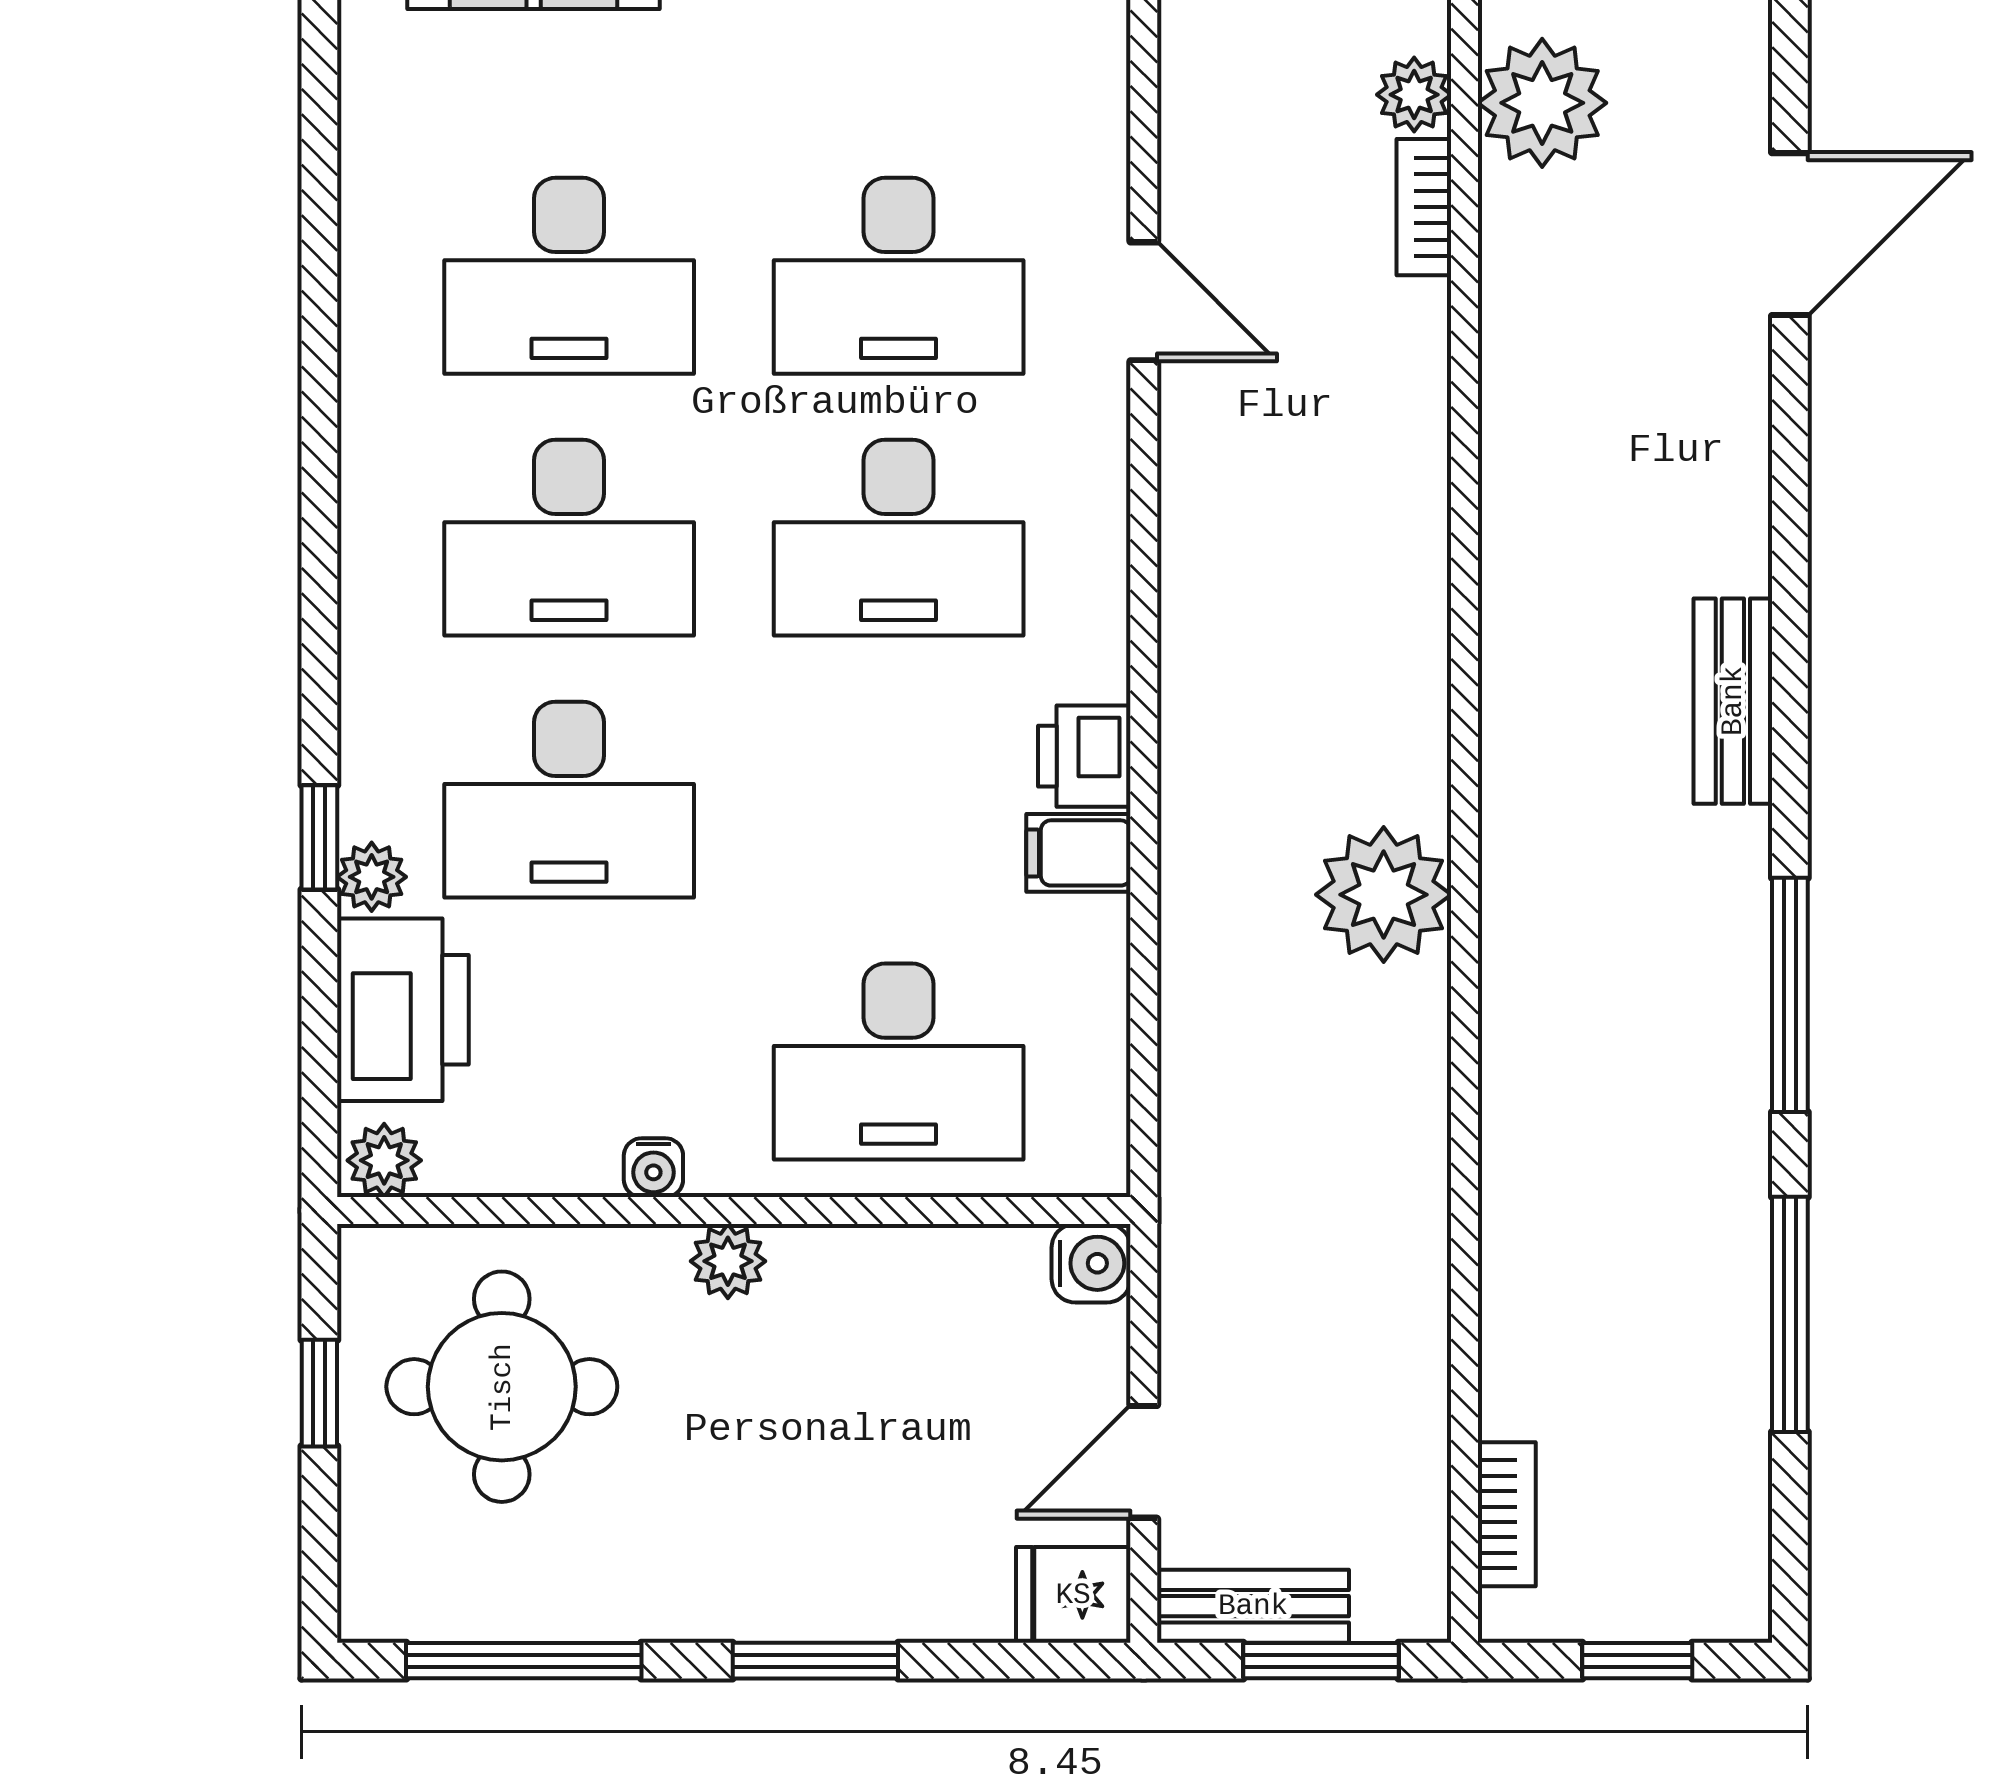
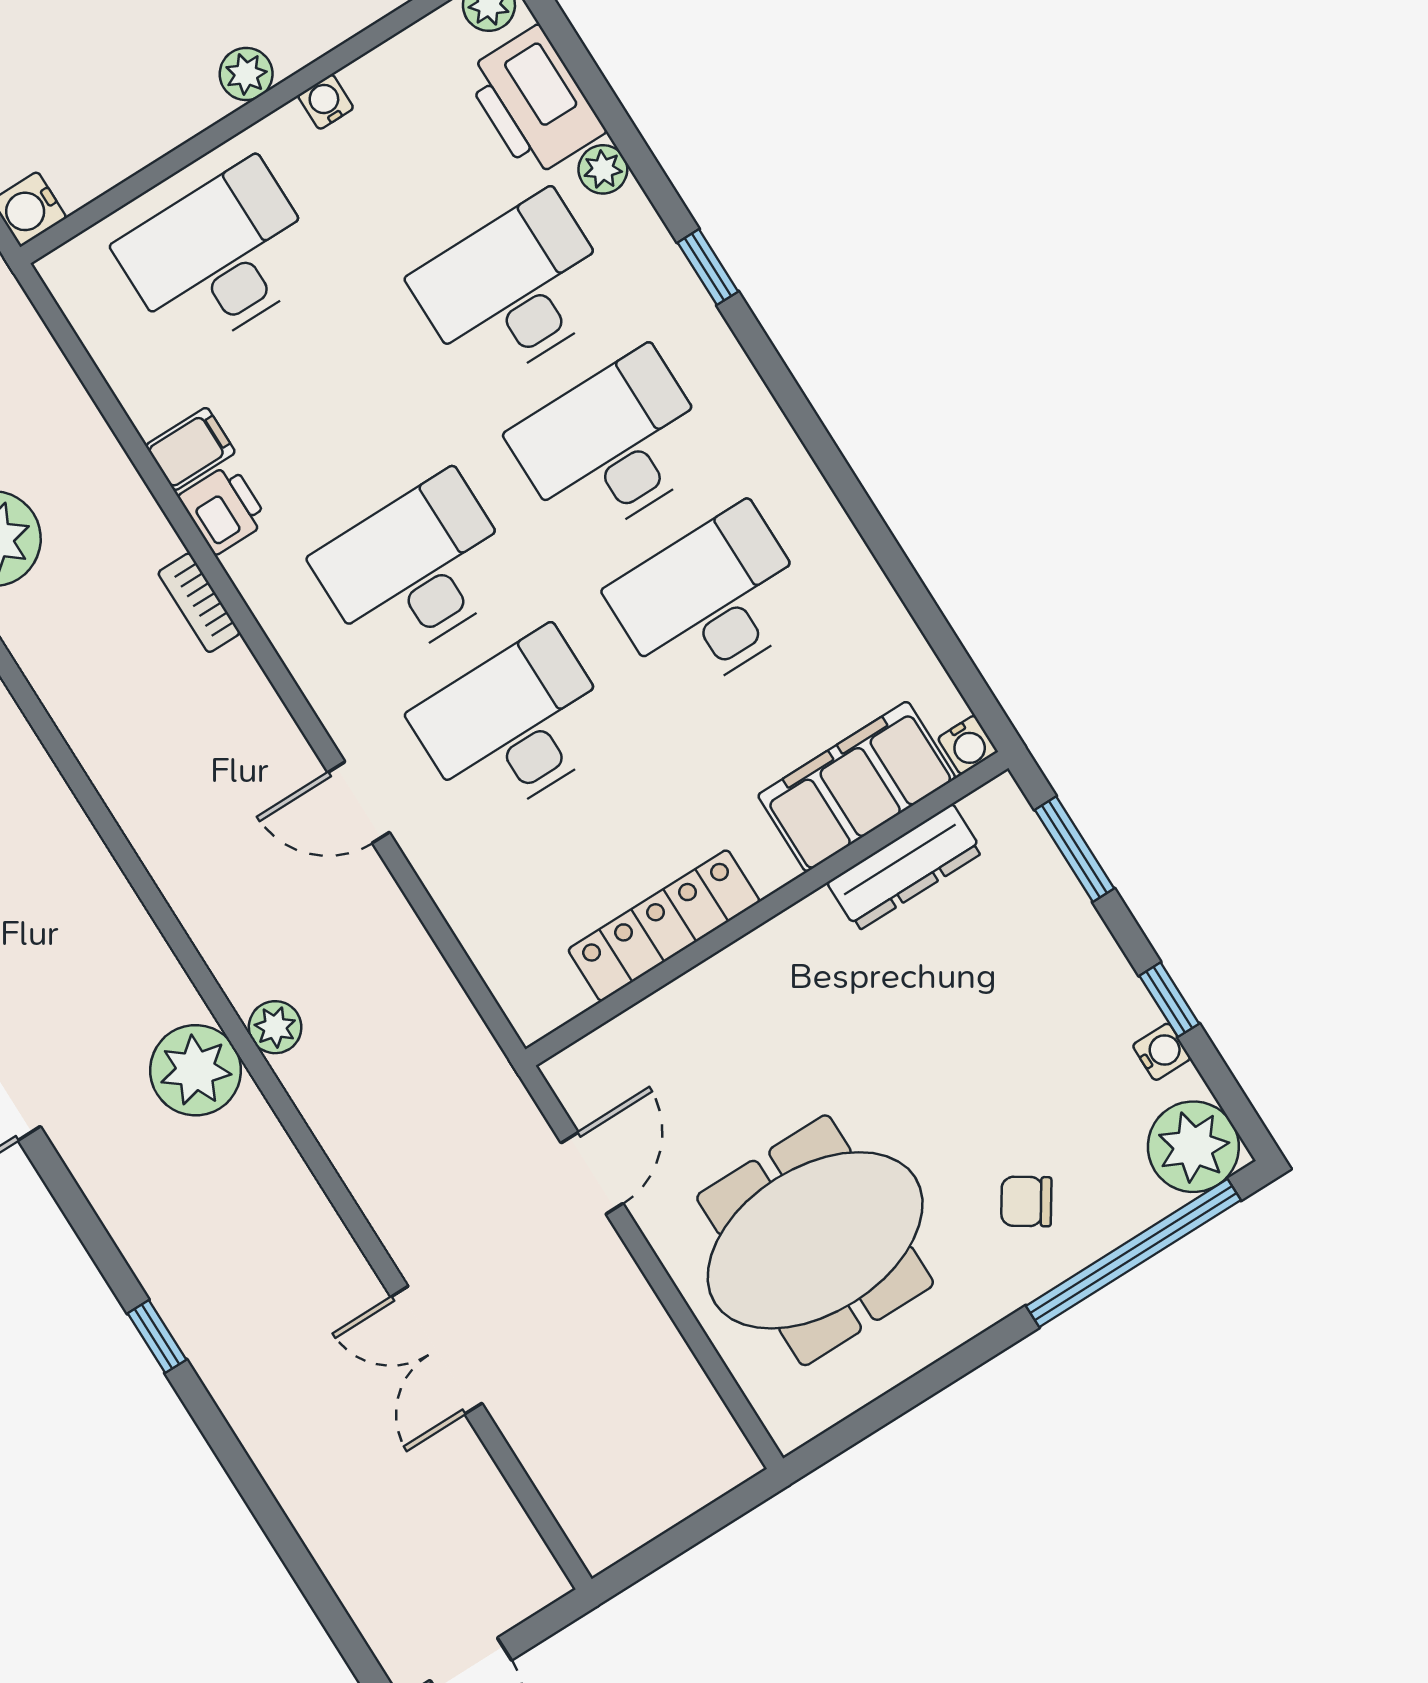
bookcase: (1424, 207) -> (199, 603), moved, turned 180
window: (319, 837) -> (708, 267), moved

